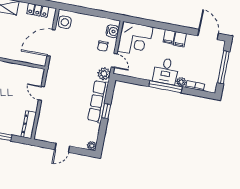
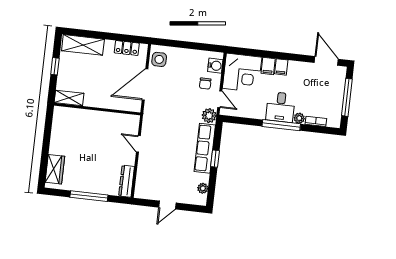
filing cabinet: (180, 39) -> (268, 66), moved
plant: (92, 146) -> (203, 188), moved

